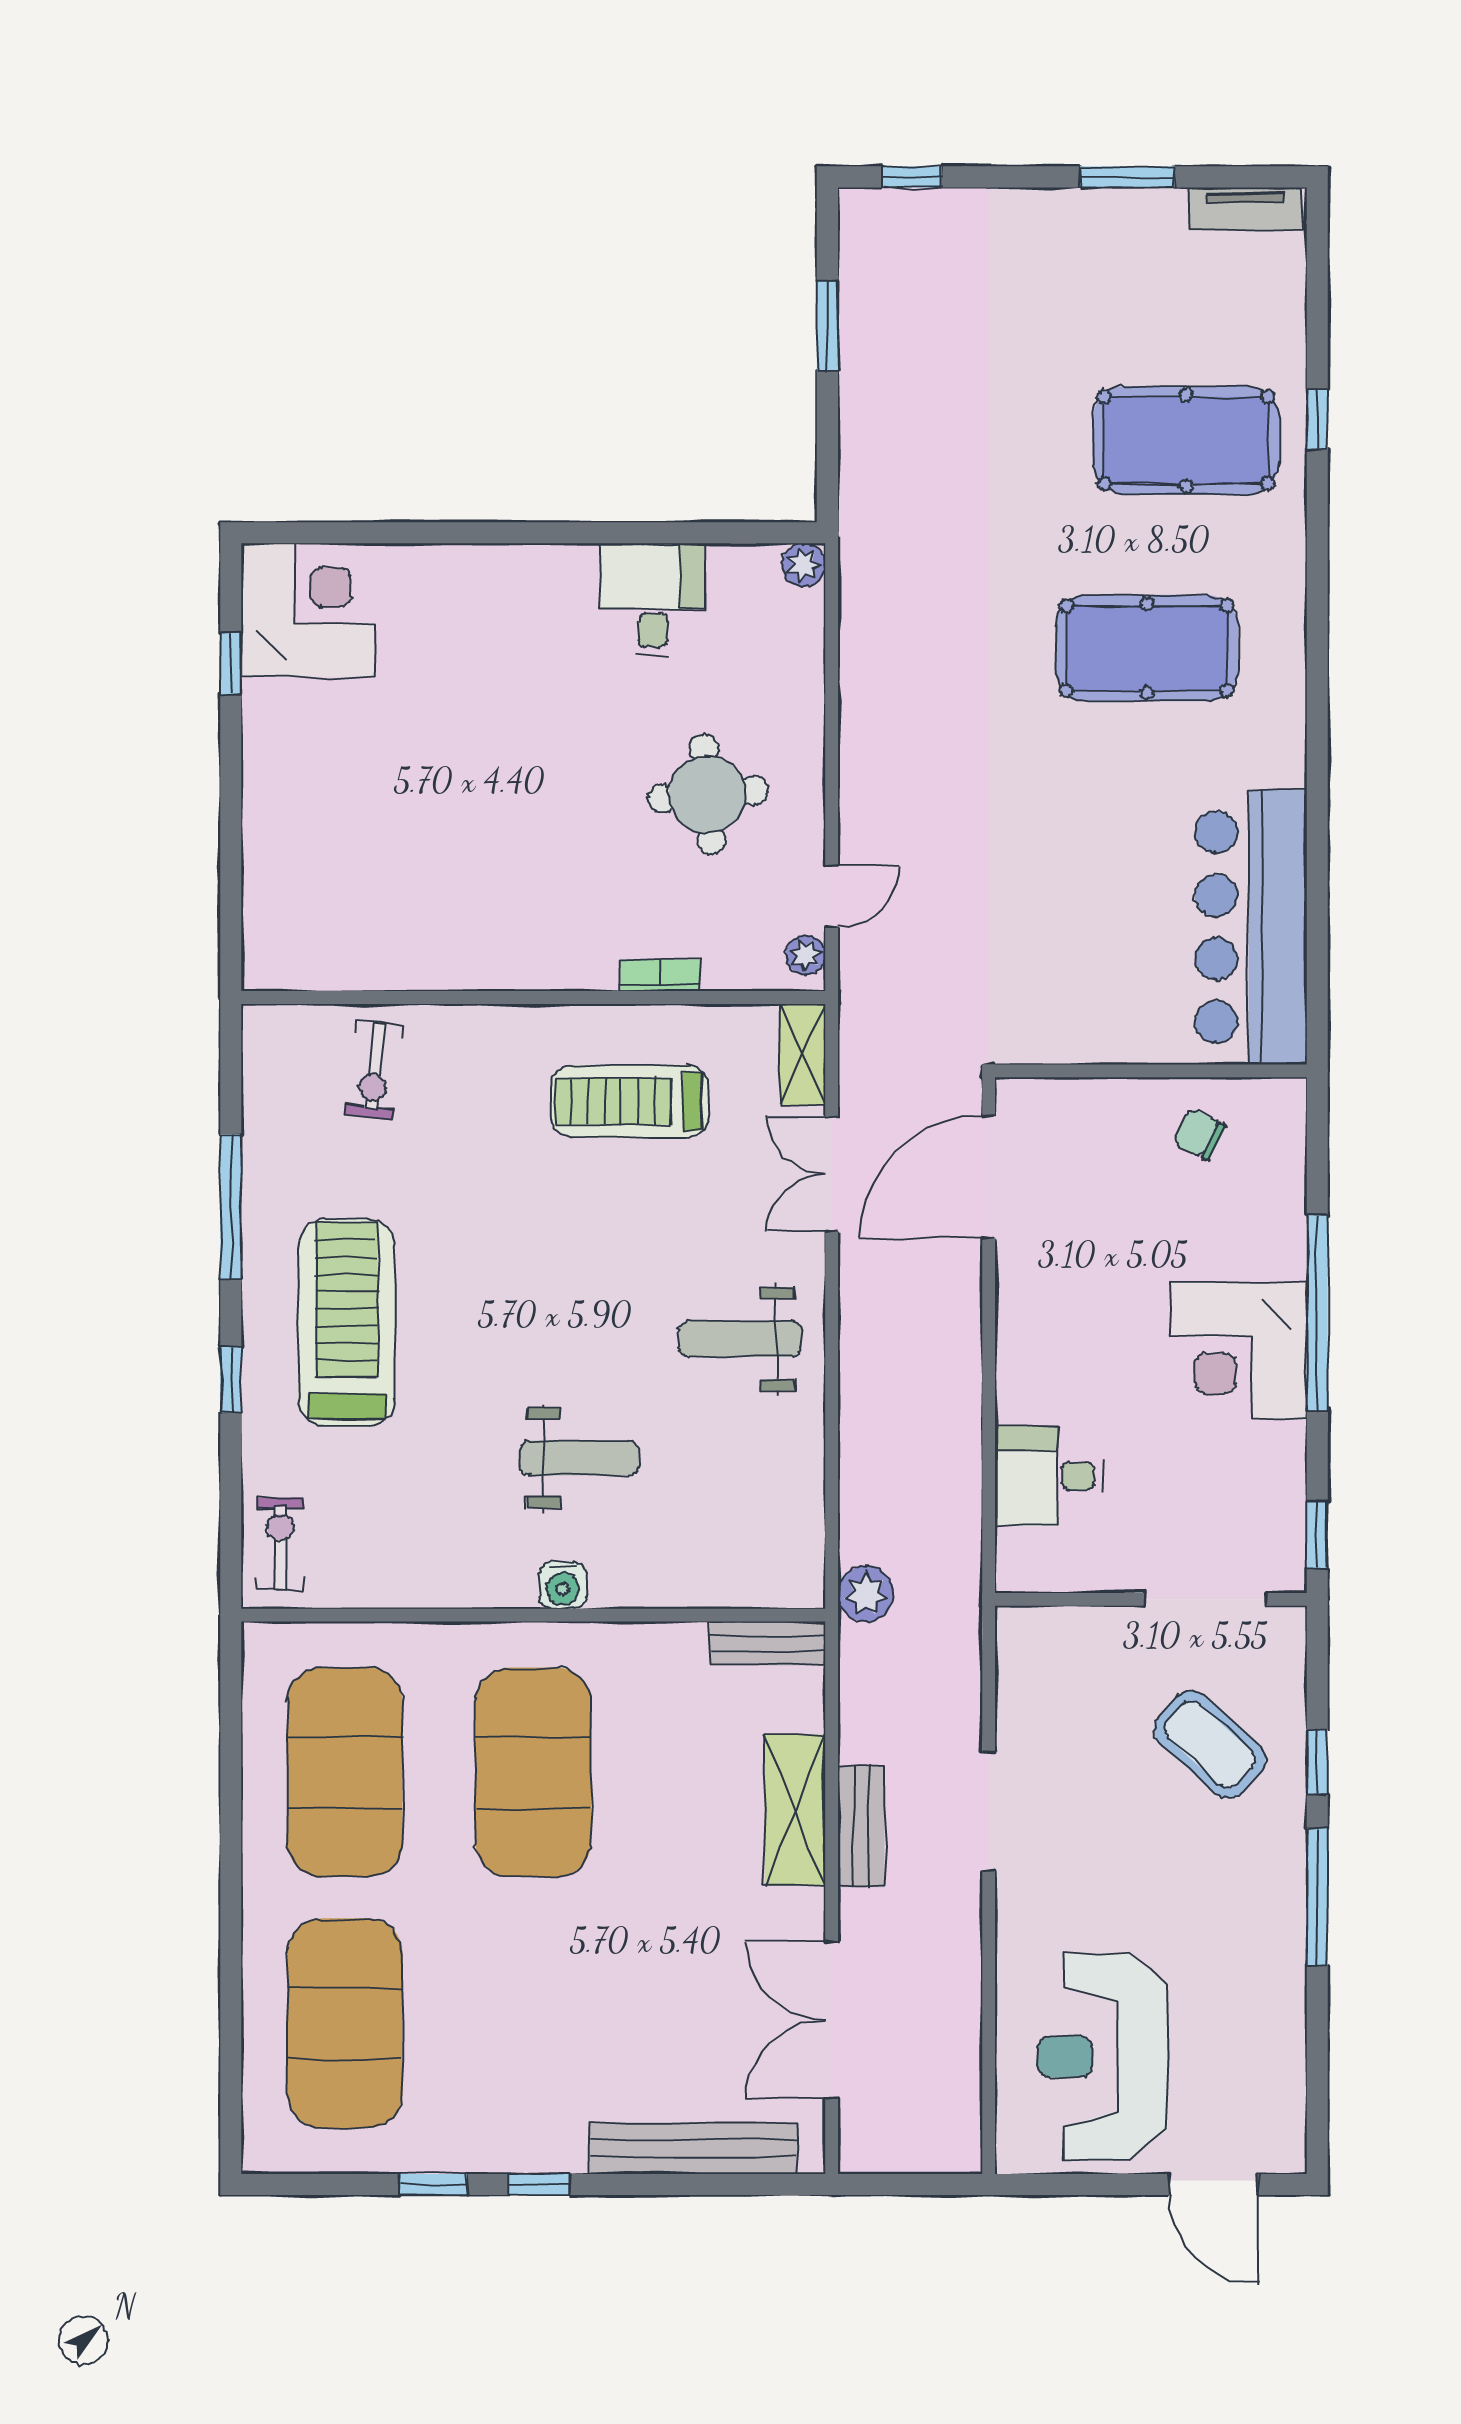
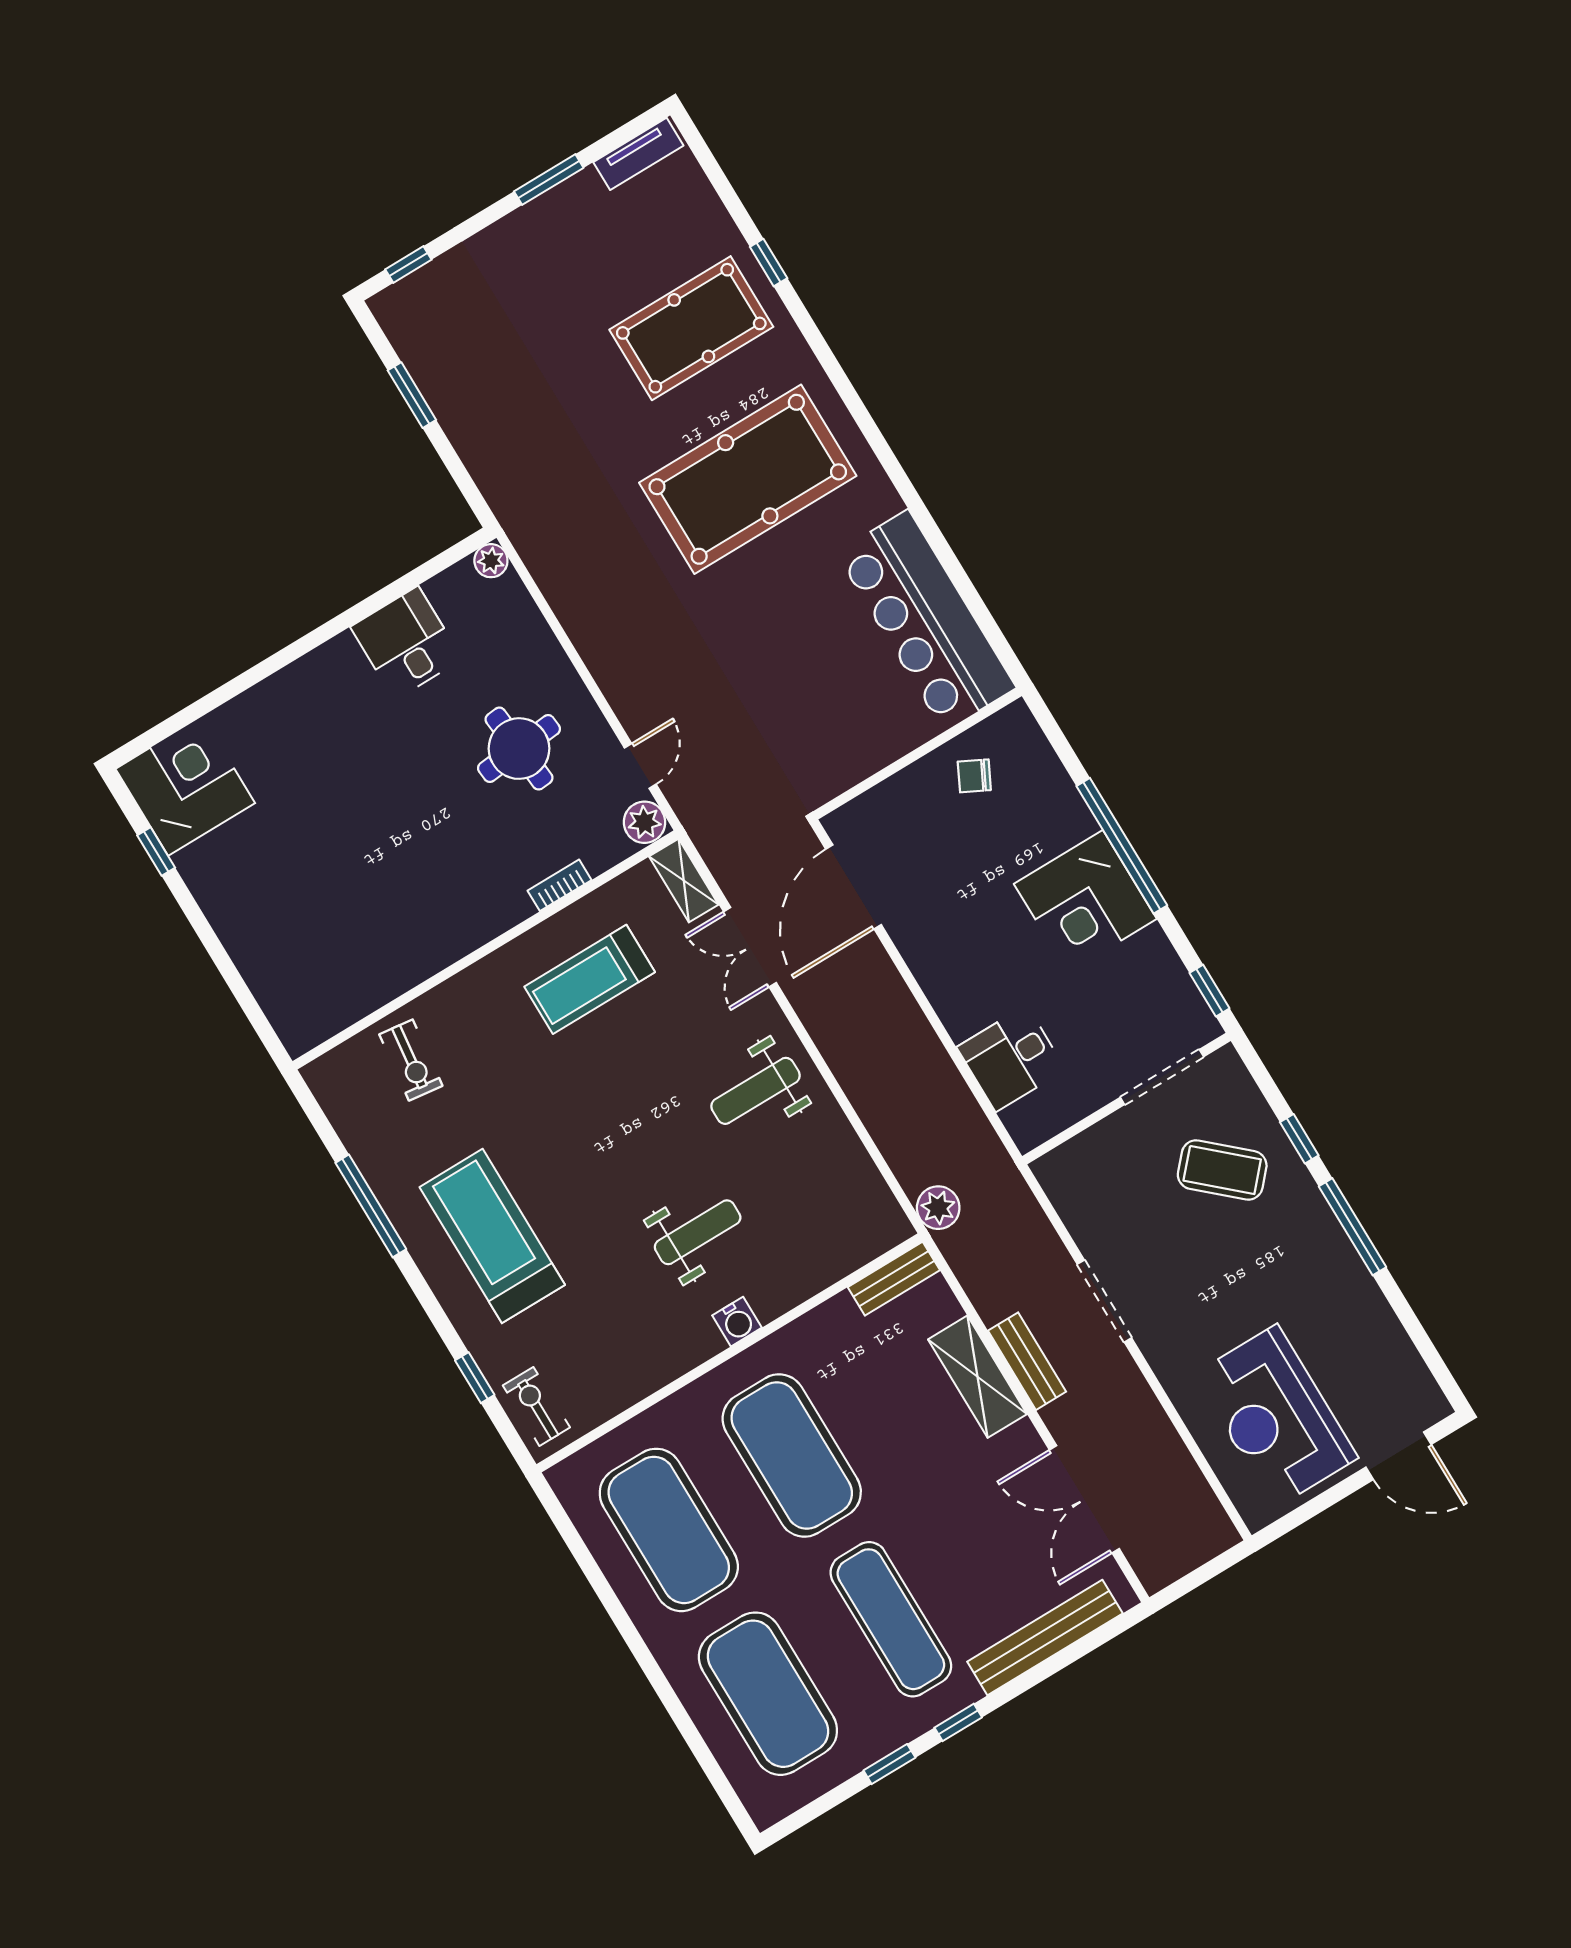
pool table: (1147, 648) -> (748, 479), width x1.36, depth x1.32
plant: (806, 955) -> (644, 822), width x1.38, depth x1.38
window: (231, 1380) -> (475, 1378), moved
exercise mat: (533, 2023) -> (891, 1619), added

